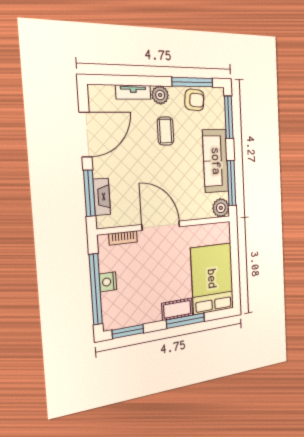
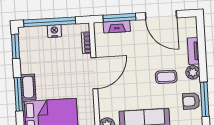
armchair: (194, 100) -> (191, 101), turned 85

